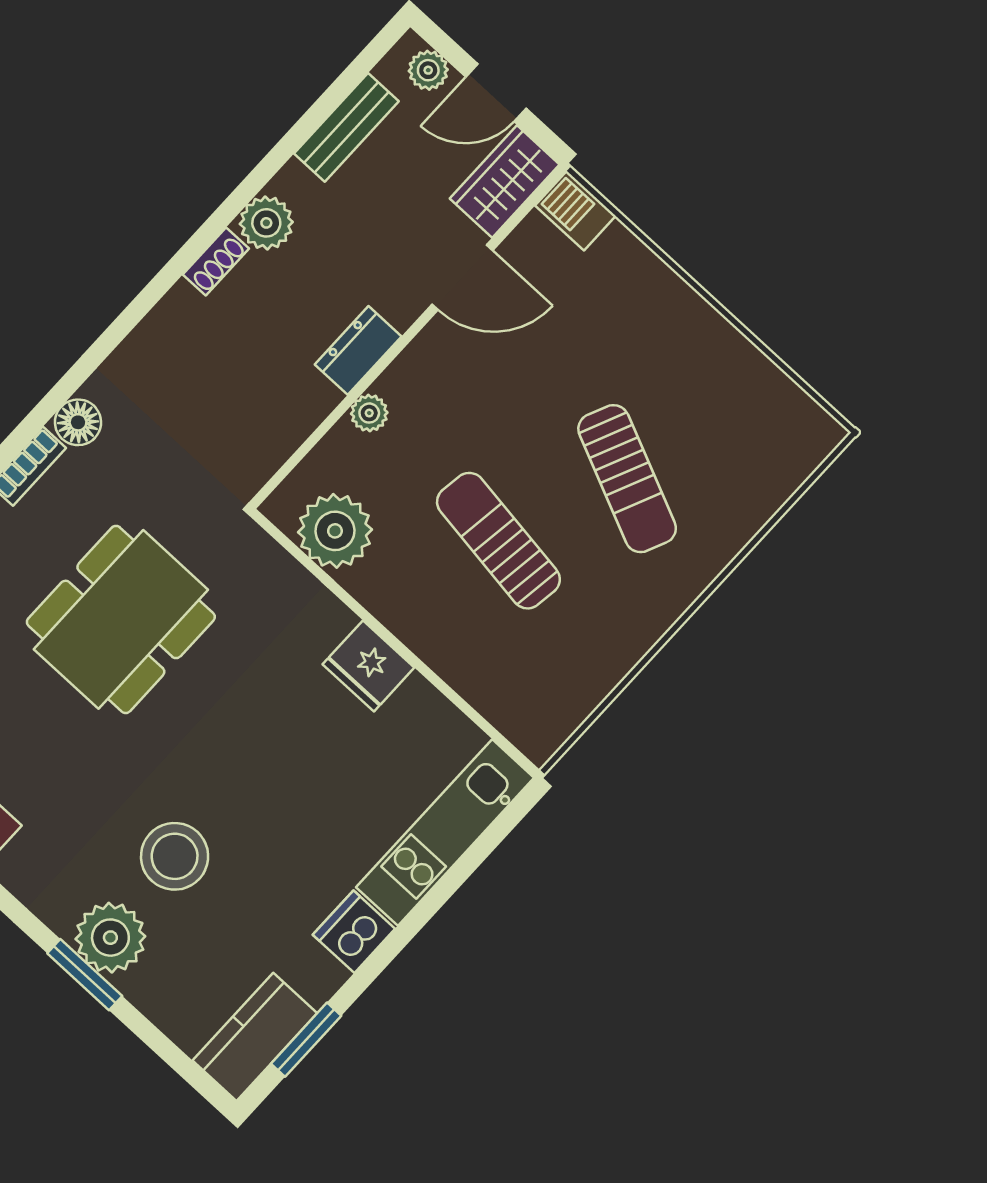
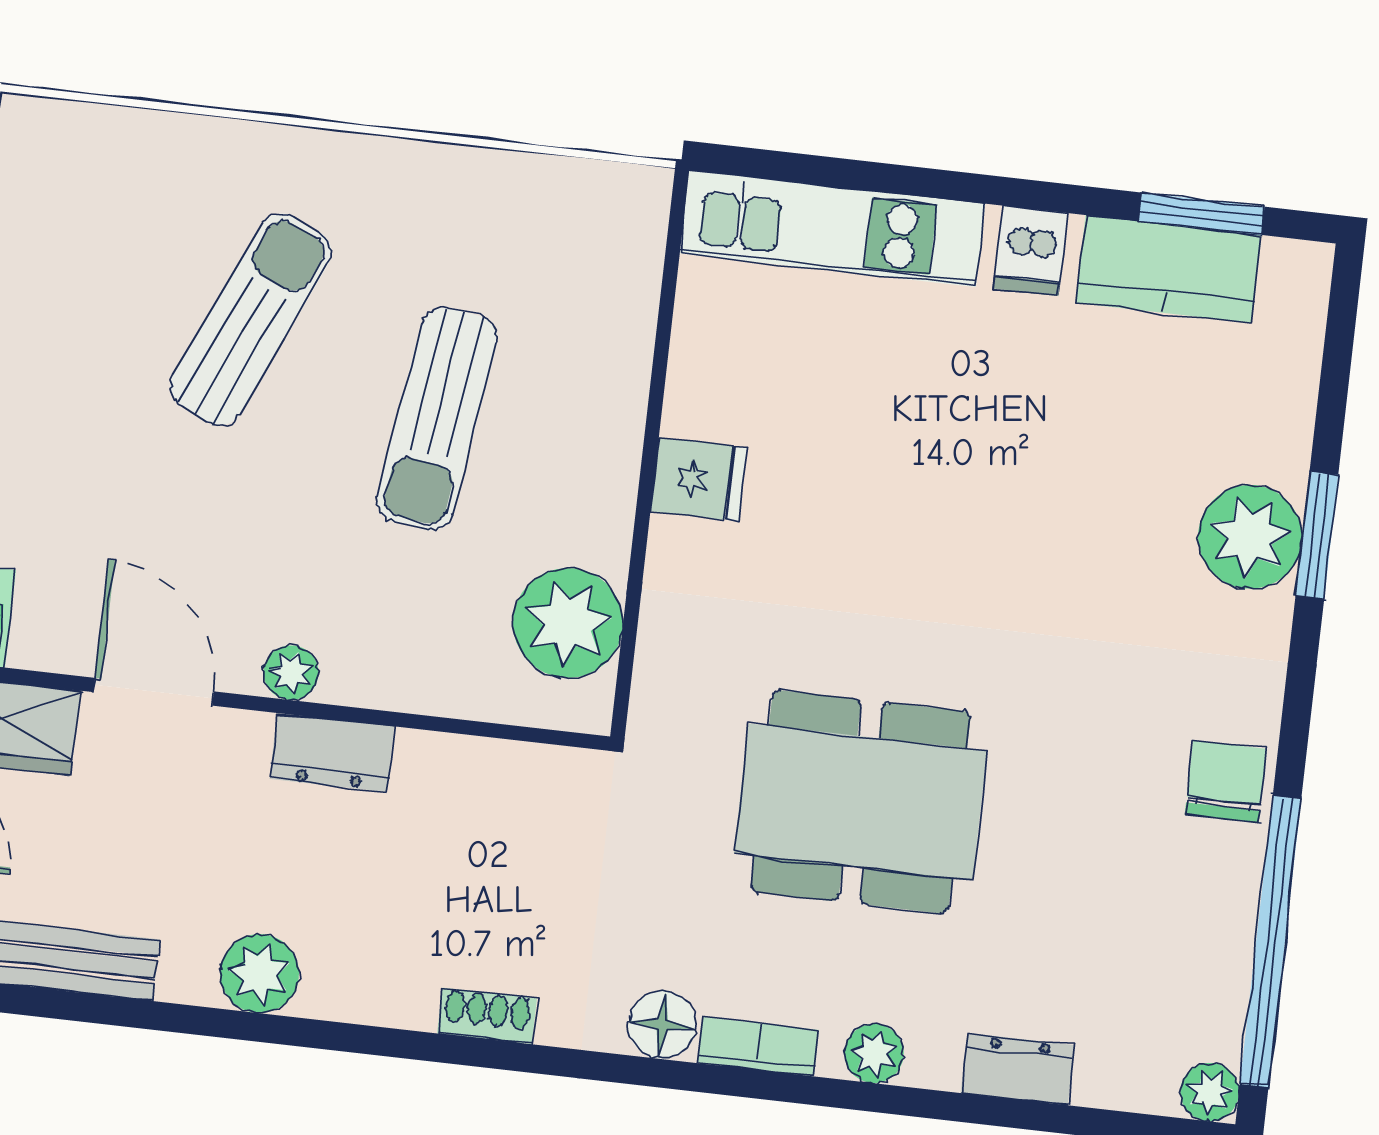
shoe rack: (216, 262) -> (487, 1016), moved
plant: (369, 413) -> (291, 673), moved
fridge: (368, 666) -> (699, 479), width x0.72
stool: (175, 856) -> (1097, 531), removed
dishwasher: (354, 932) -> (1031, 251), width x0.73
kitchen counter: (255, 1037) -> (1168, 269), moved

